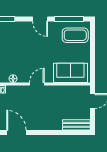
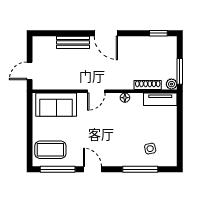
bench: (76, 125) -> (73, 42), moved
door: (16, 132) -> (106, 33), moved

